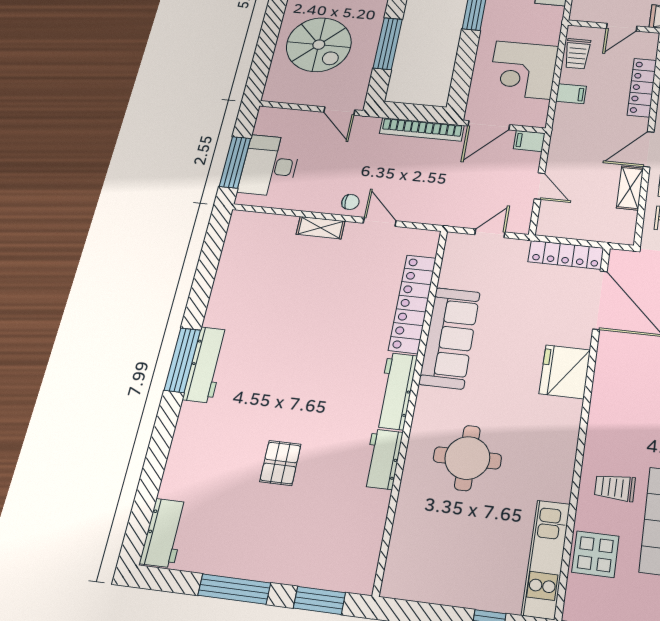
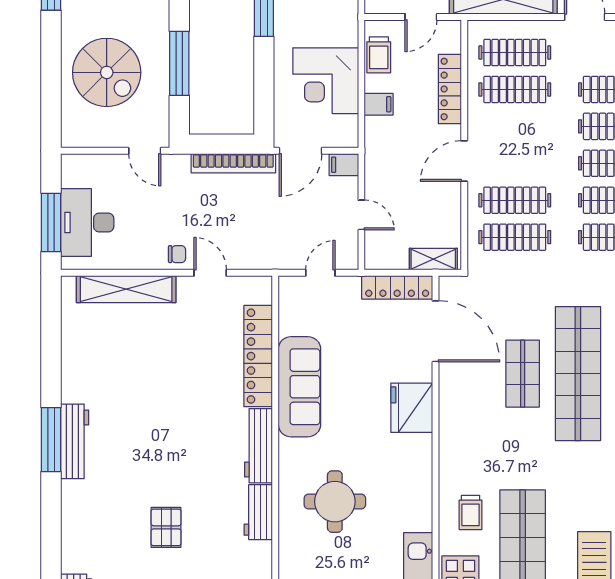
shelving: (630, 188) -> (433, 259), moved, turned 90
shelving: (321, 228) -> (126, 289), width x2.20, depth x1.33
trolley: (615, 488) -> (471, 512), turned -90

